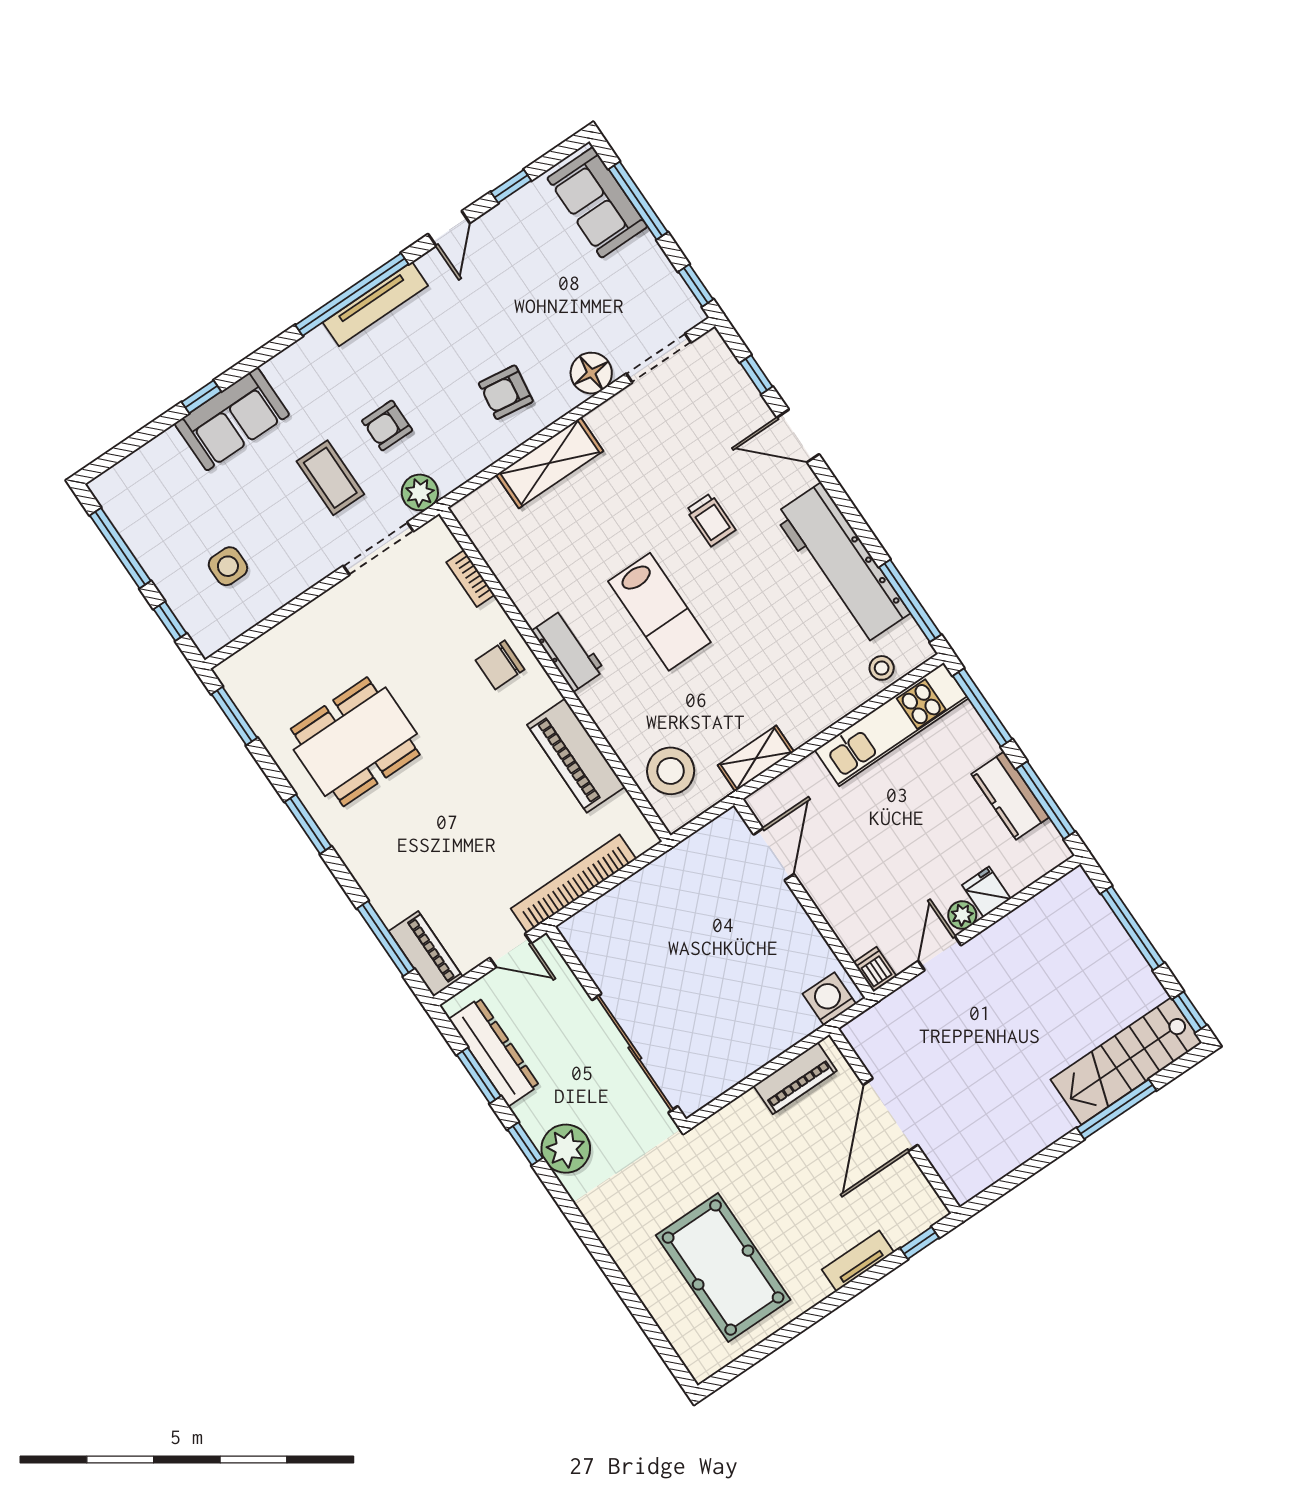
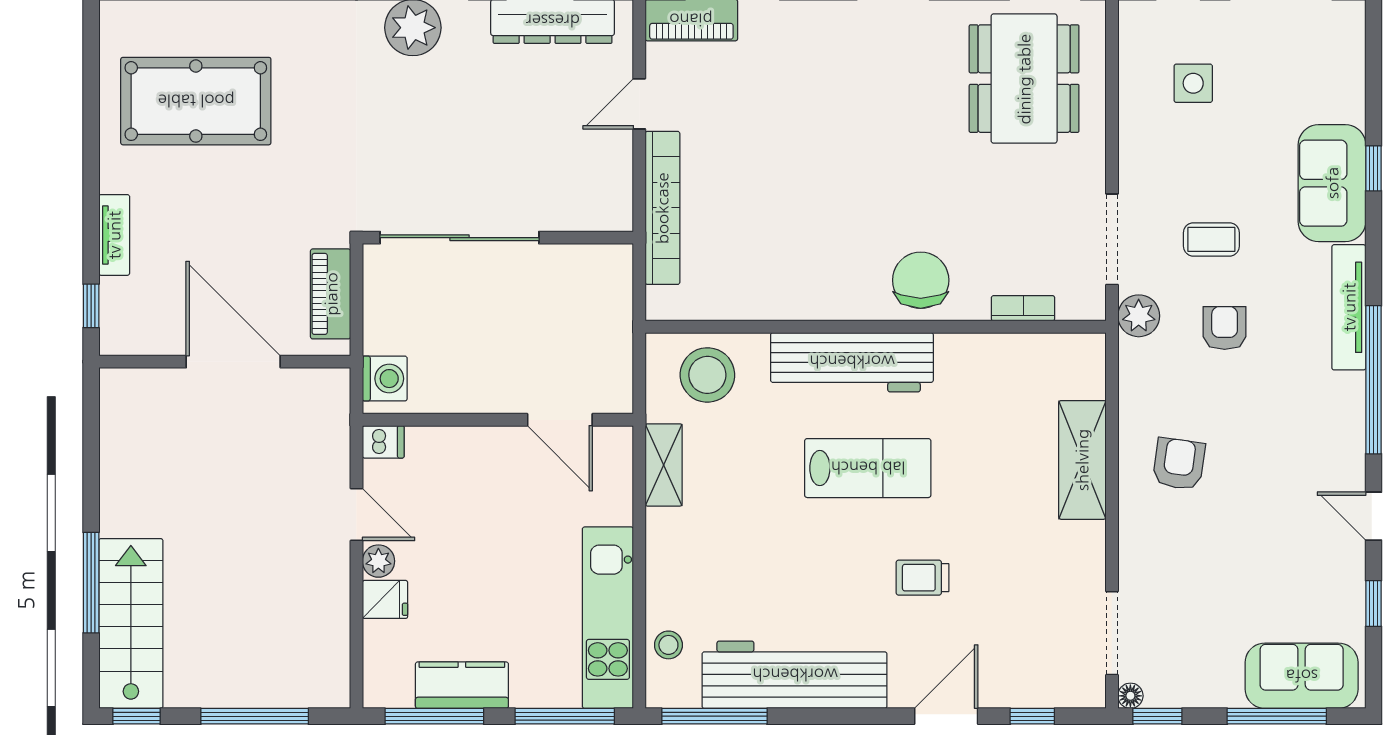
tv unit: (375, 304) -> (1349, 307), moved
floor lamp: (591, 373) -> (1130, 696), moved, width x0.53, depth x0.53
coffee table: (330, 478) -> (1211, 239), width x0.73, depth x0.77
lab bench: (659, 612) -> (868, 468), turned 180
workbench: (568, 651) -> (852, 362), width x1.88, depth x1.32
chair: (500, 665) -> (921, 280), width x1.37, depth x1.37
dining table: (355, 742) -> (1024, 79), moved
piano: (576, 756) -> (784, 294), removed
wall: (616, 1026) -> (498, 238), moved
sliding door: (635, 1053) -> (460, 238), moved

